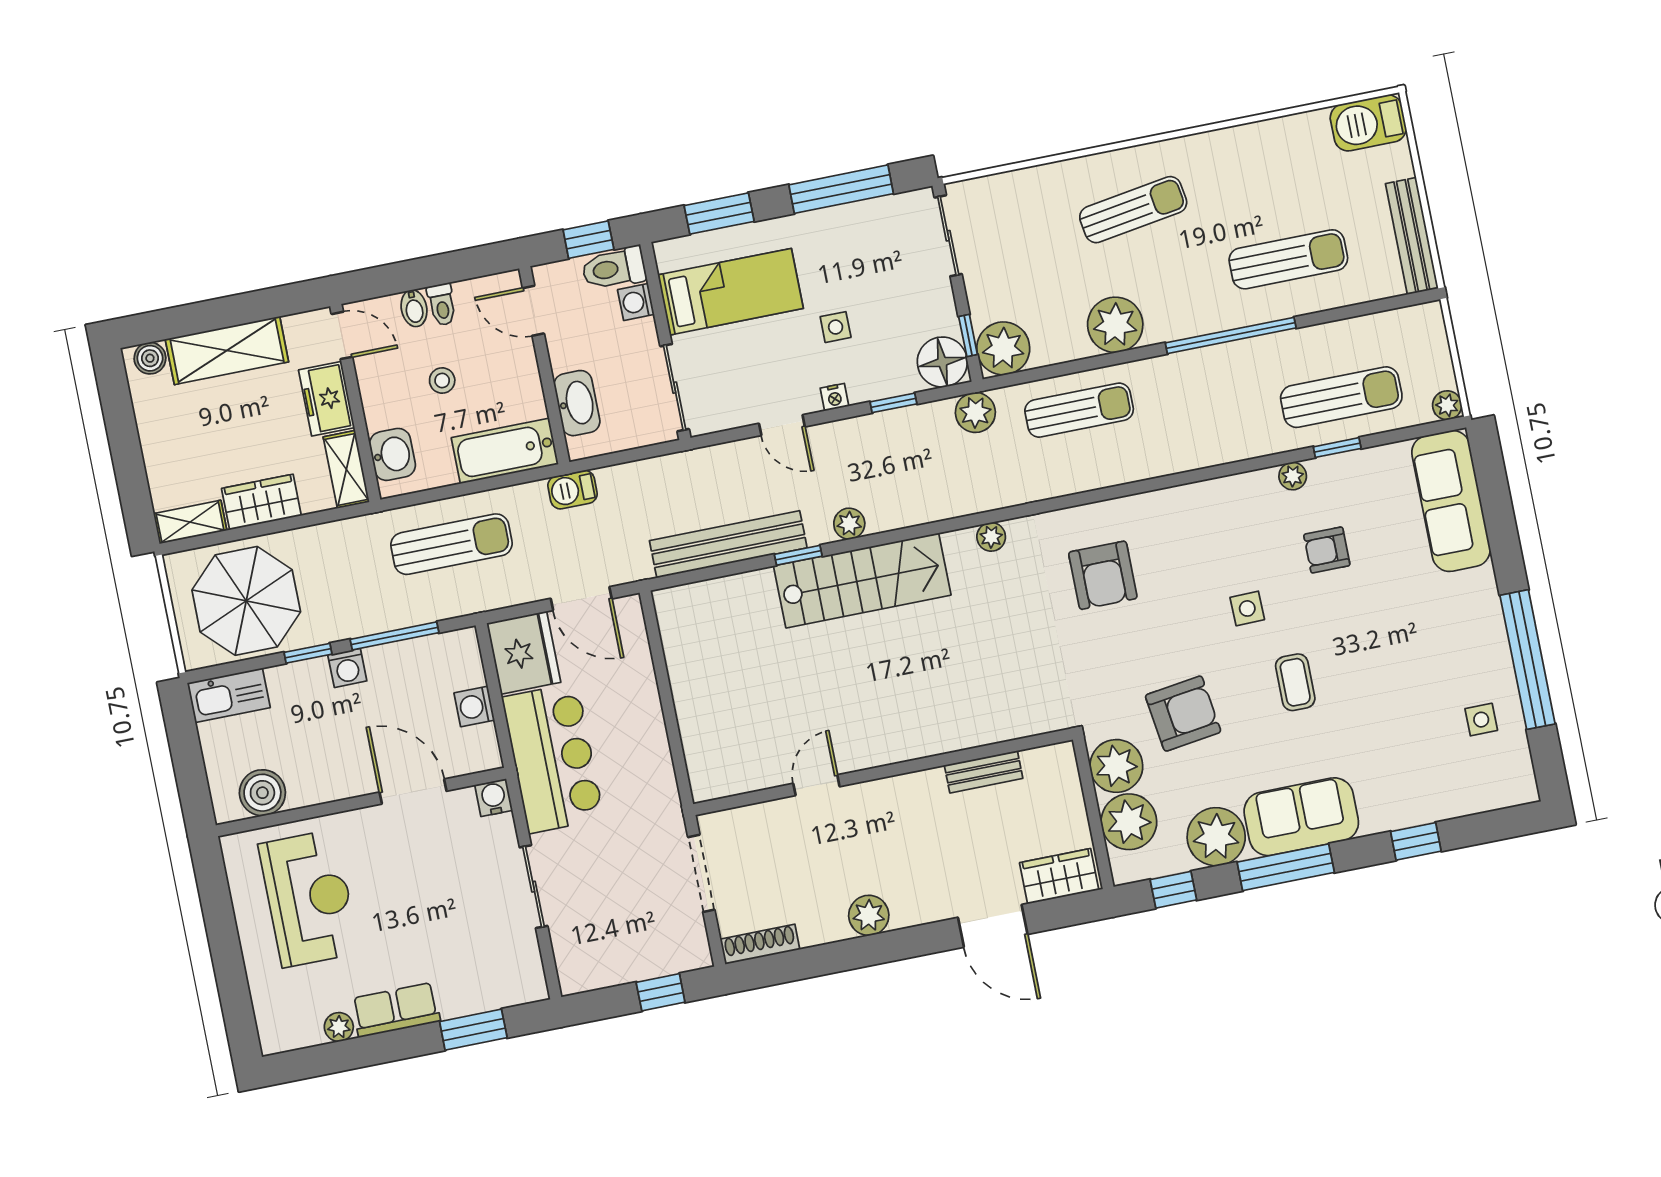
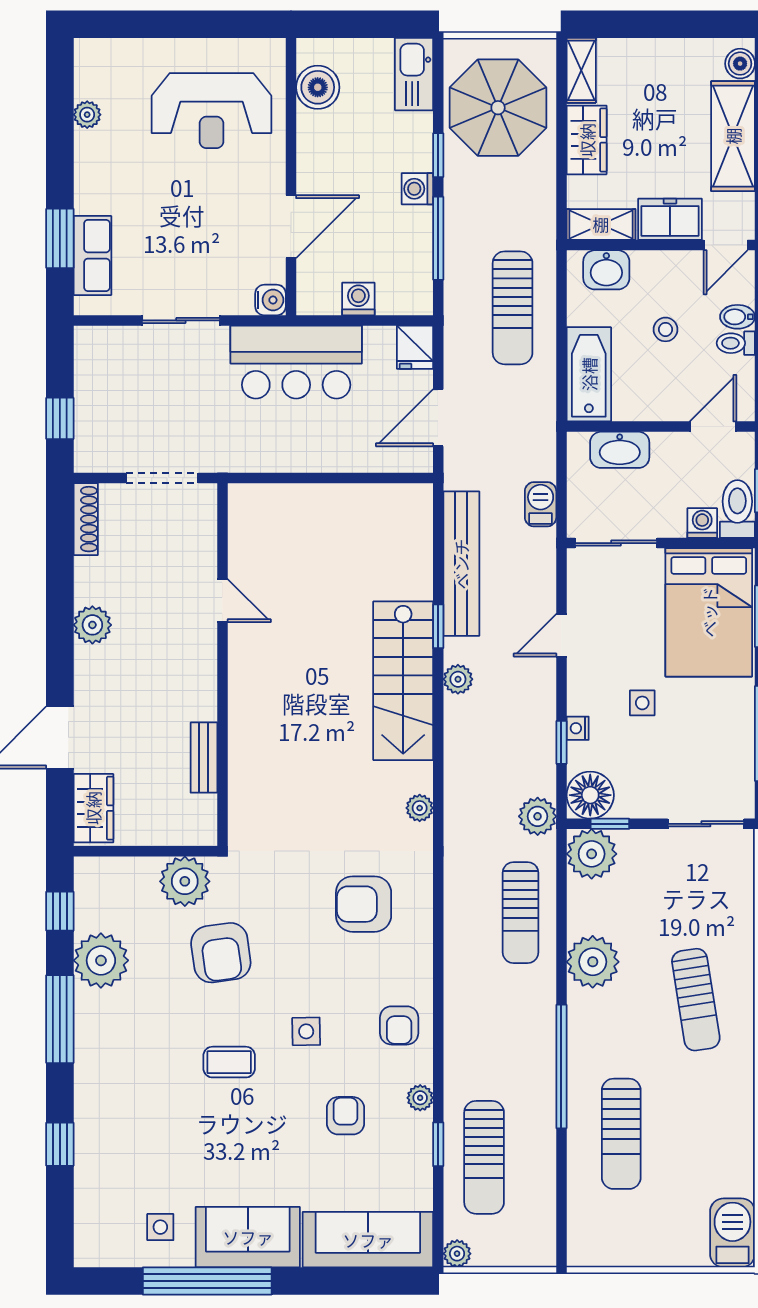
bench: (1412, 236) -> (620, 1252), removed
bed: (731, 292) -> (709, 612), width x1.50
nightstand: (835, 397) -> (578, 728), moved
barbecue: (573, 490) -> (541, 504), moved
armchair: (1222, 513) -> (399, 1025), added
fridge: (524, 653) -> (415, 347), width x0.53, depth x0.75
sofa: (1301, 817) -> (248, 1237), moved, turned -90
plant: (1129, 822) -> (131, 883), removed
row of seats: (396, 1010) -> (92, 255), moved

